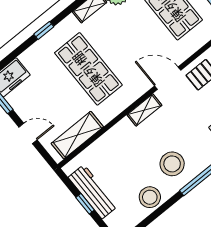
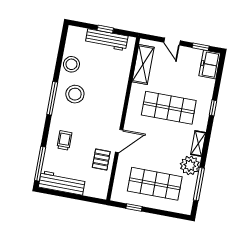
shelving: (144, 110) -> (117, 111), removed
door: (28, 133) -> (172, 41), hinge flipped

